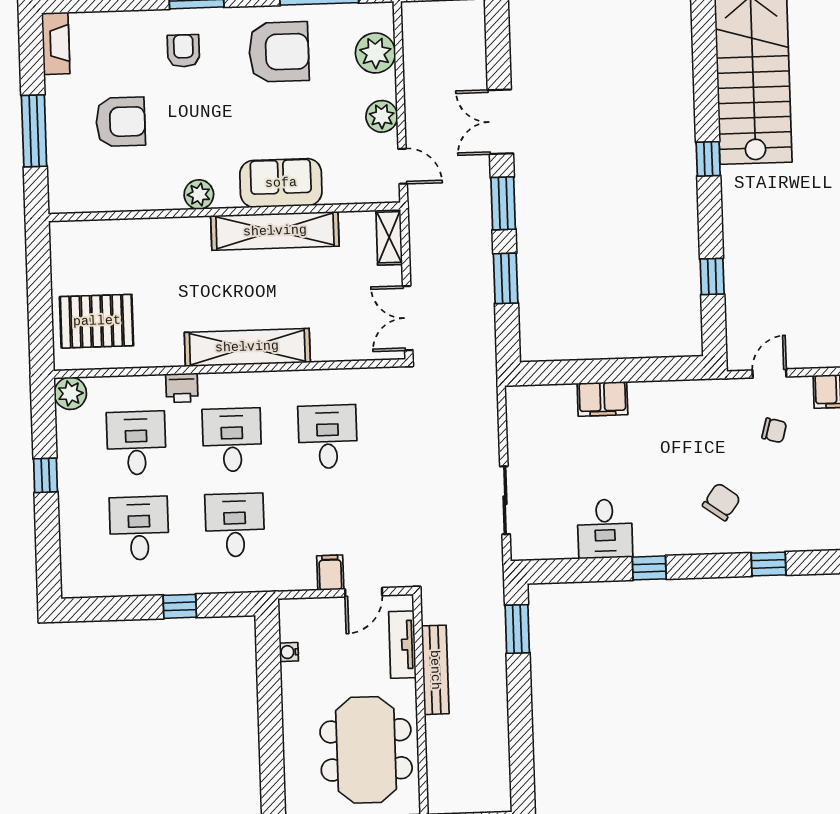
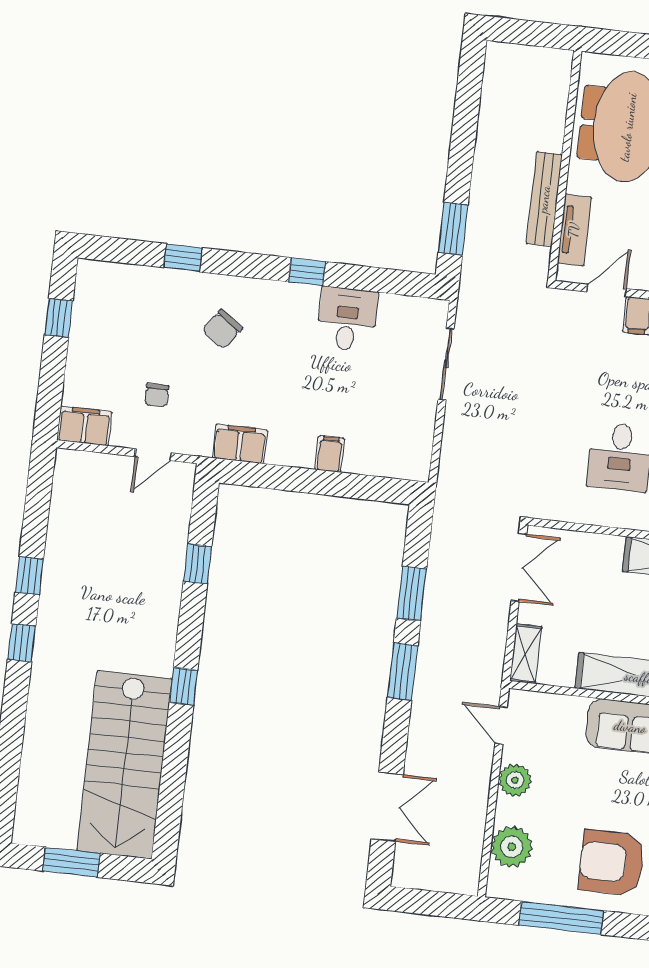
double door: (500, 122) -> (387, 807), moved
filing cabinet: (689, 396) -> (240, 444), added
filing cabinet: (602, 399) -> (330, 454), width x0.50
chair: (774, 430) -> (157, 395), turned -105

